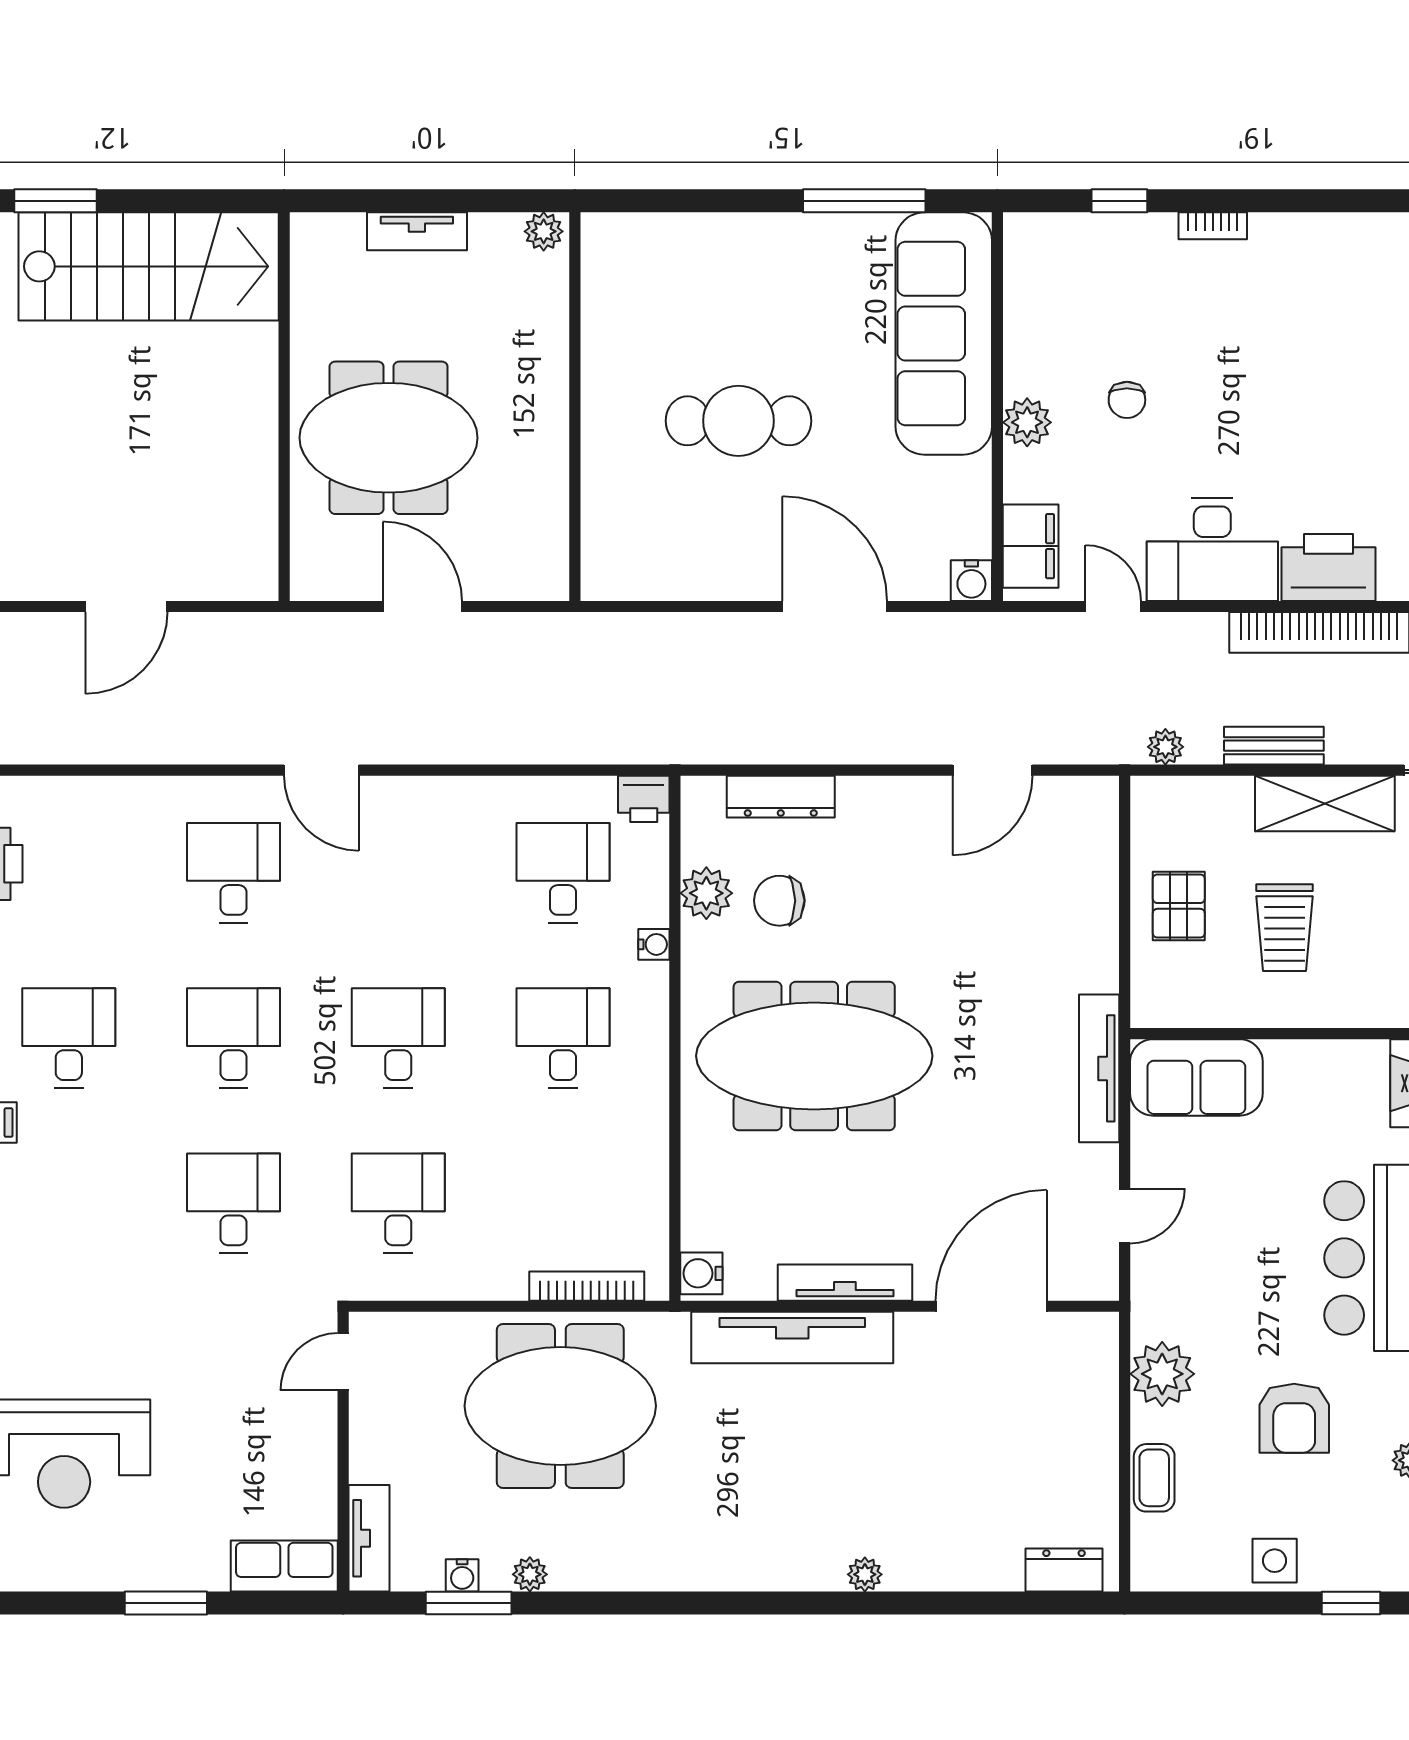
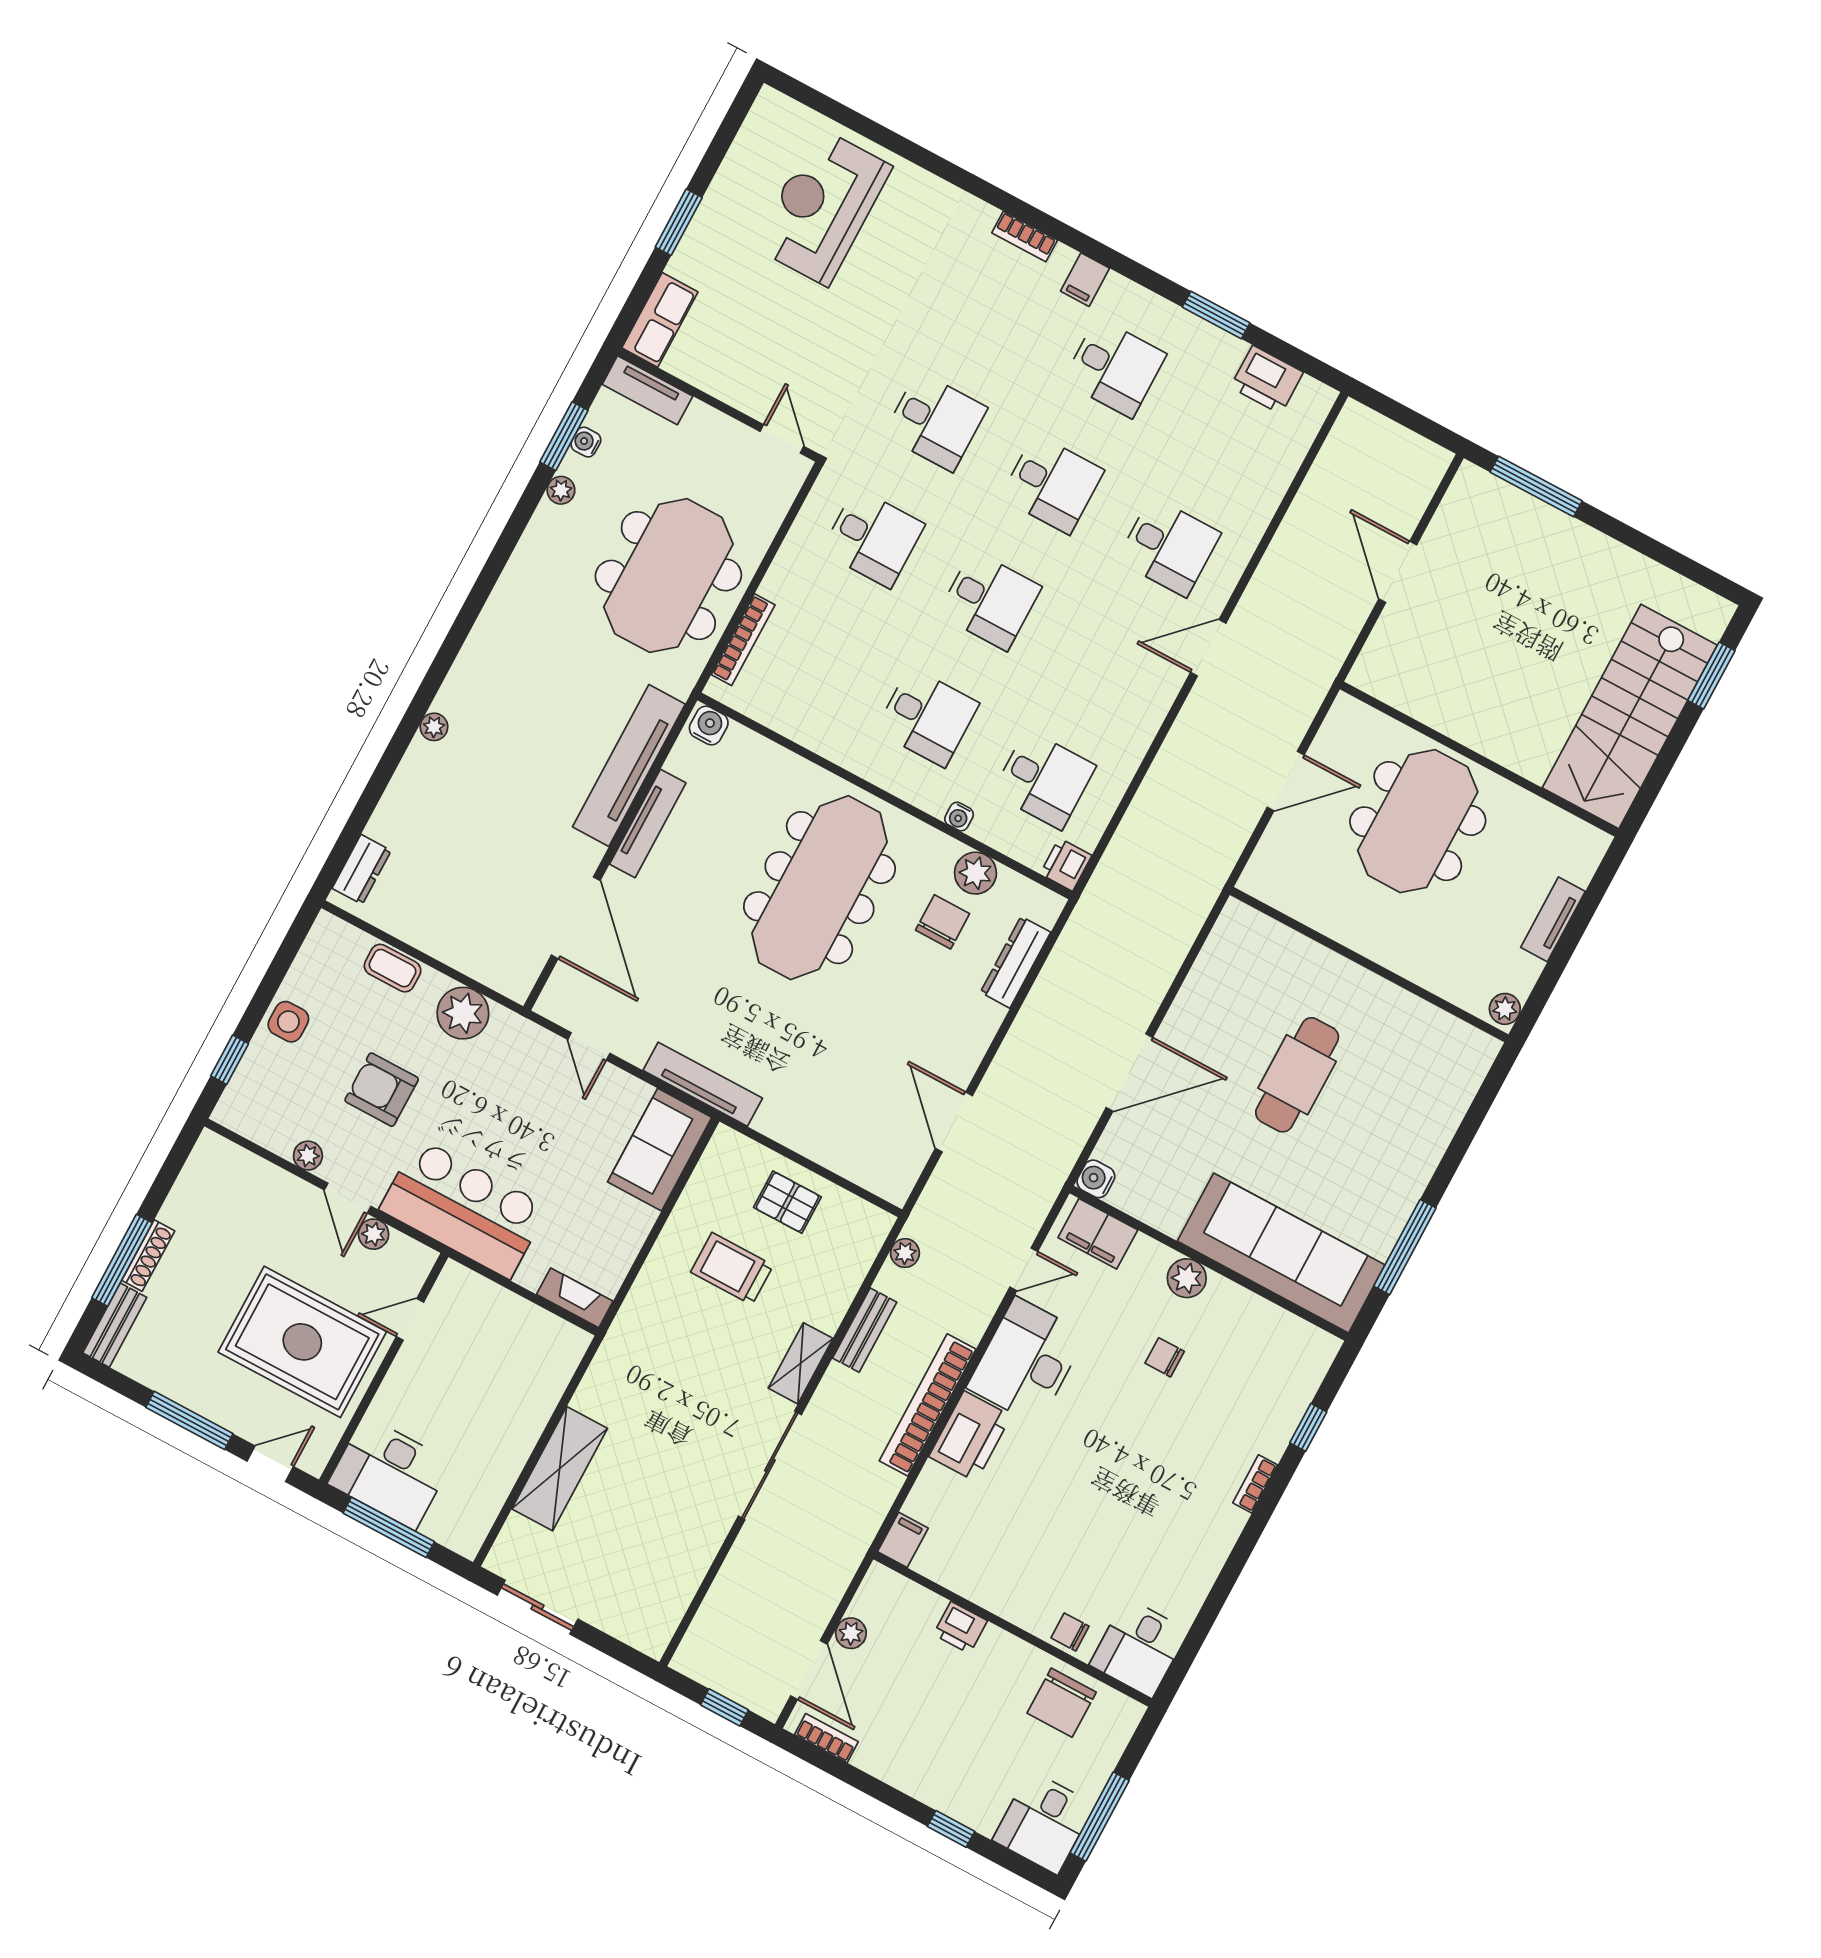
shelving: (1325, 803) -> (801, 1363), width x0.67, depth x0.75

